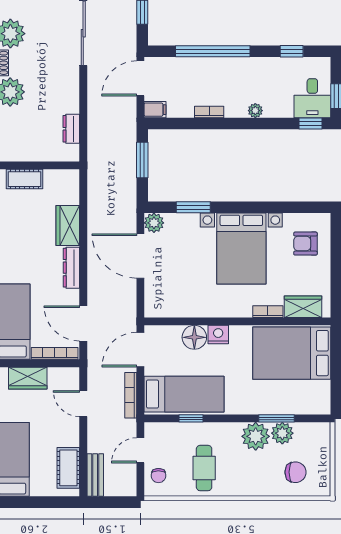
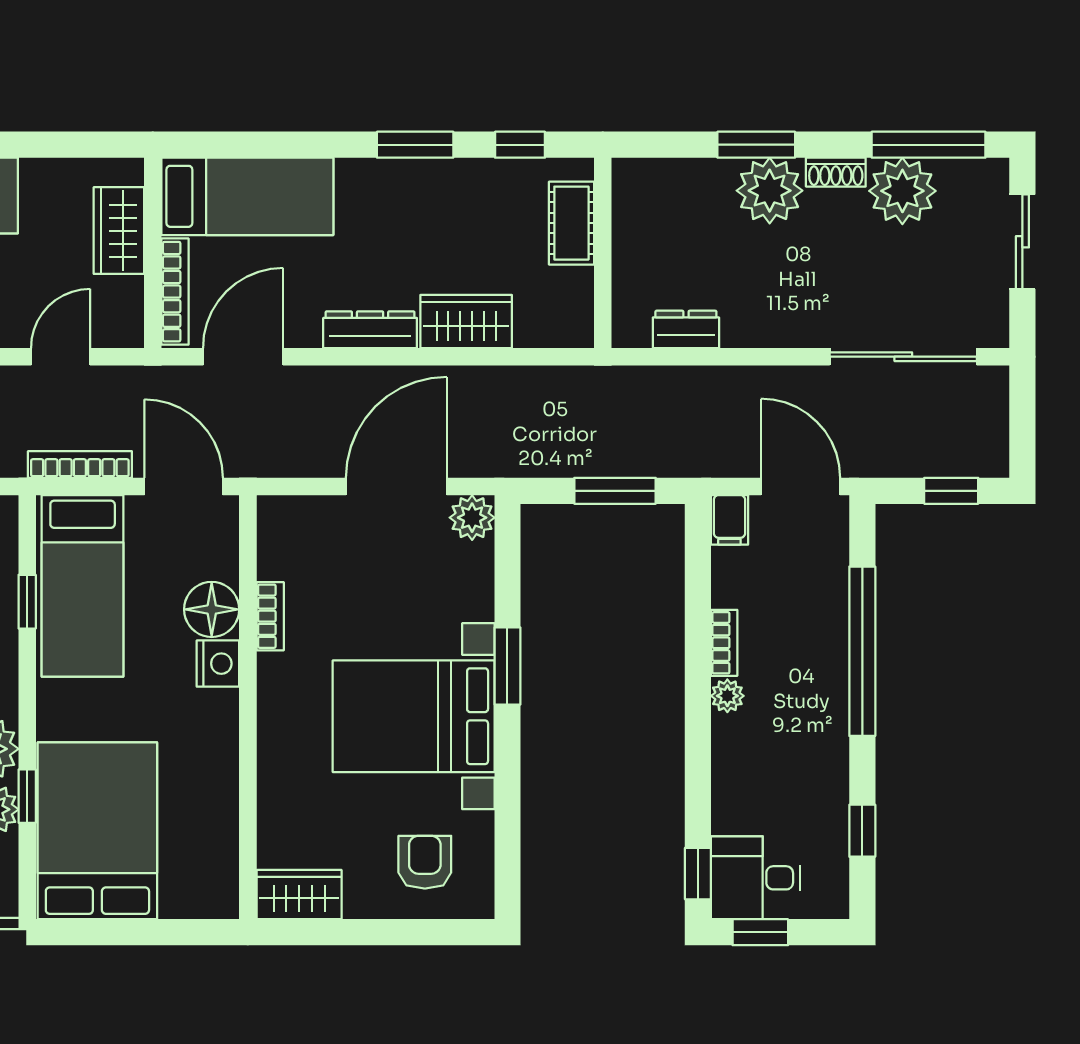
plant: (255, 111) -> (727, 696), moved
window: (193, 207) -> (507, 666), moved
wardrobe: (303, 307) -> (299, 895), moved, turned -90
bookcase: (268, 312) -> (270, 616), moved
bed: (292, 353) -> (97, 831), moved
window: (276, 418) -> (27, 796), width x0.67

